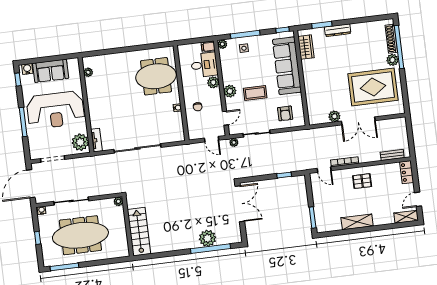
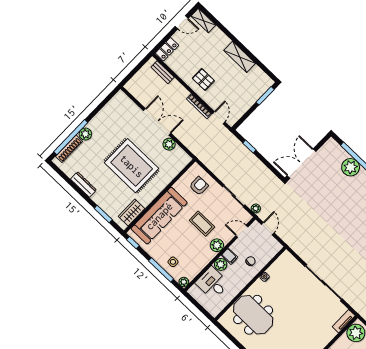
dresser: (338, 30) -> (83, 184), moved
filing cabinet: (208, 47) -> (229, 256), moved
rug: (373, 87) -> (132, 166), moved

